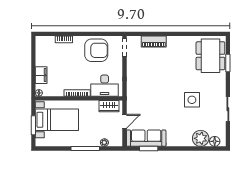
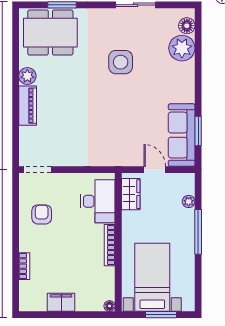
piano: (154, 41) -> (28, 106), moved
plant: (183, 41) -> (27, 76), added
armchair: (96, 50) -> (42, 214), width x0.53, depth x0.53
filing cabinet: (41, 75) -> (61, 302), moved

